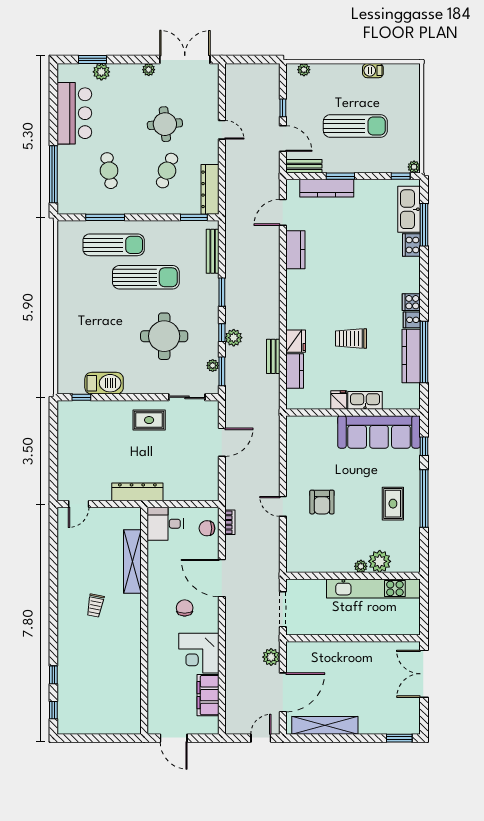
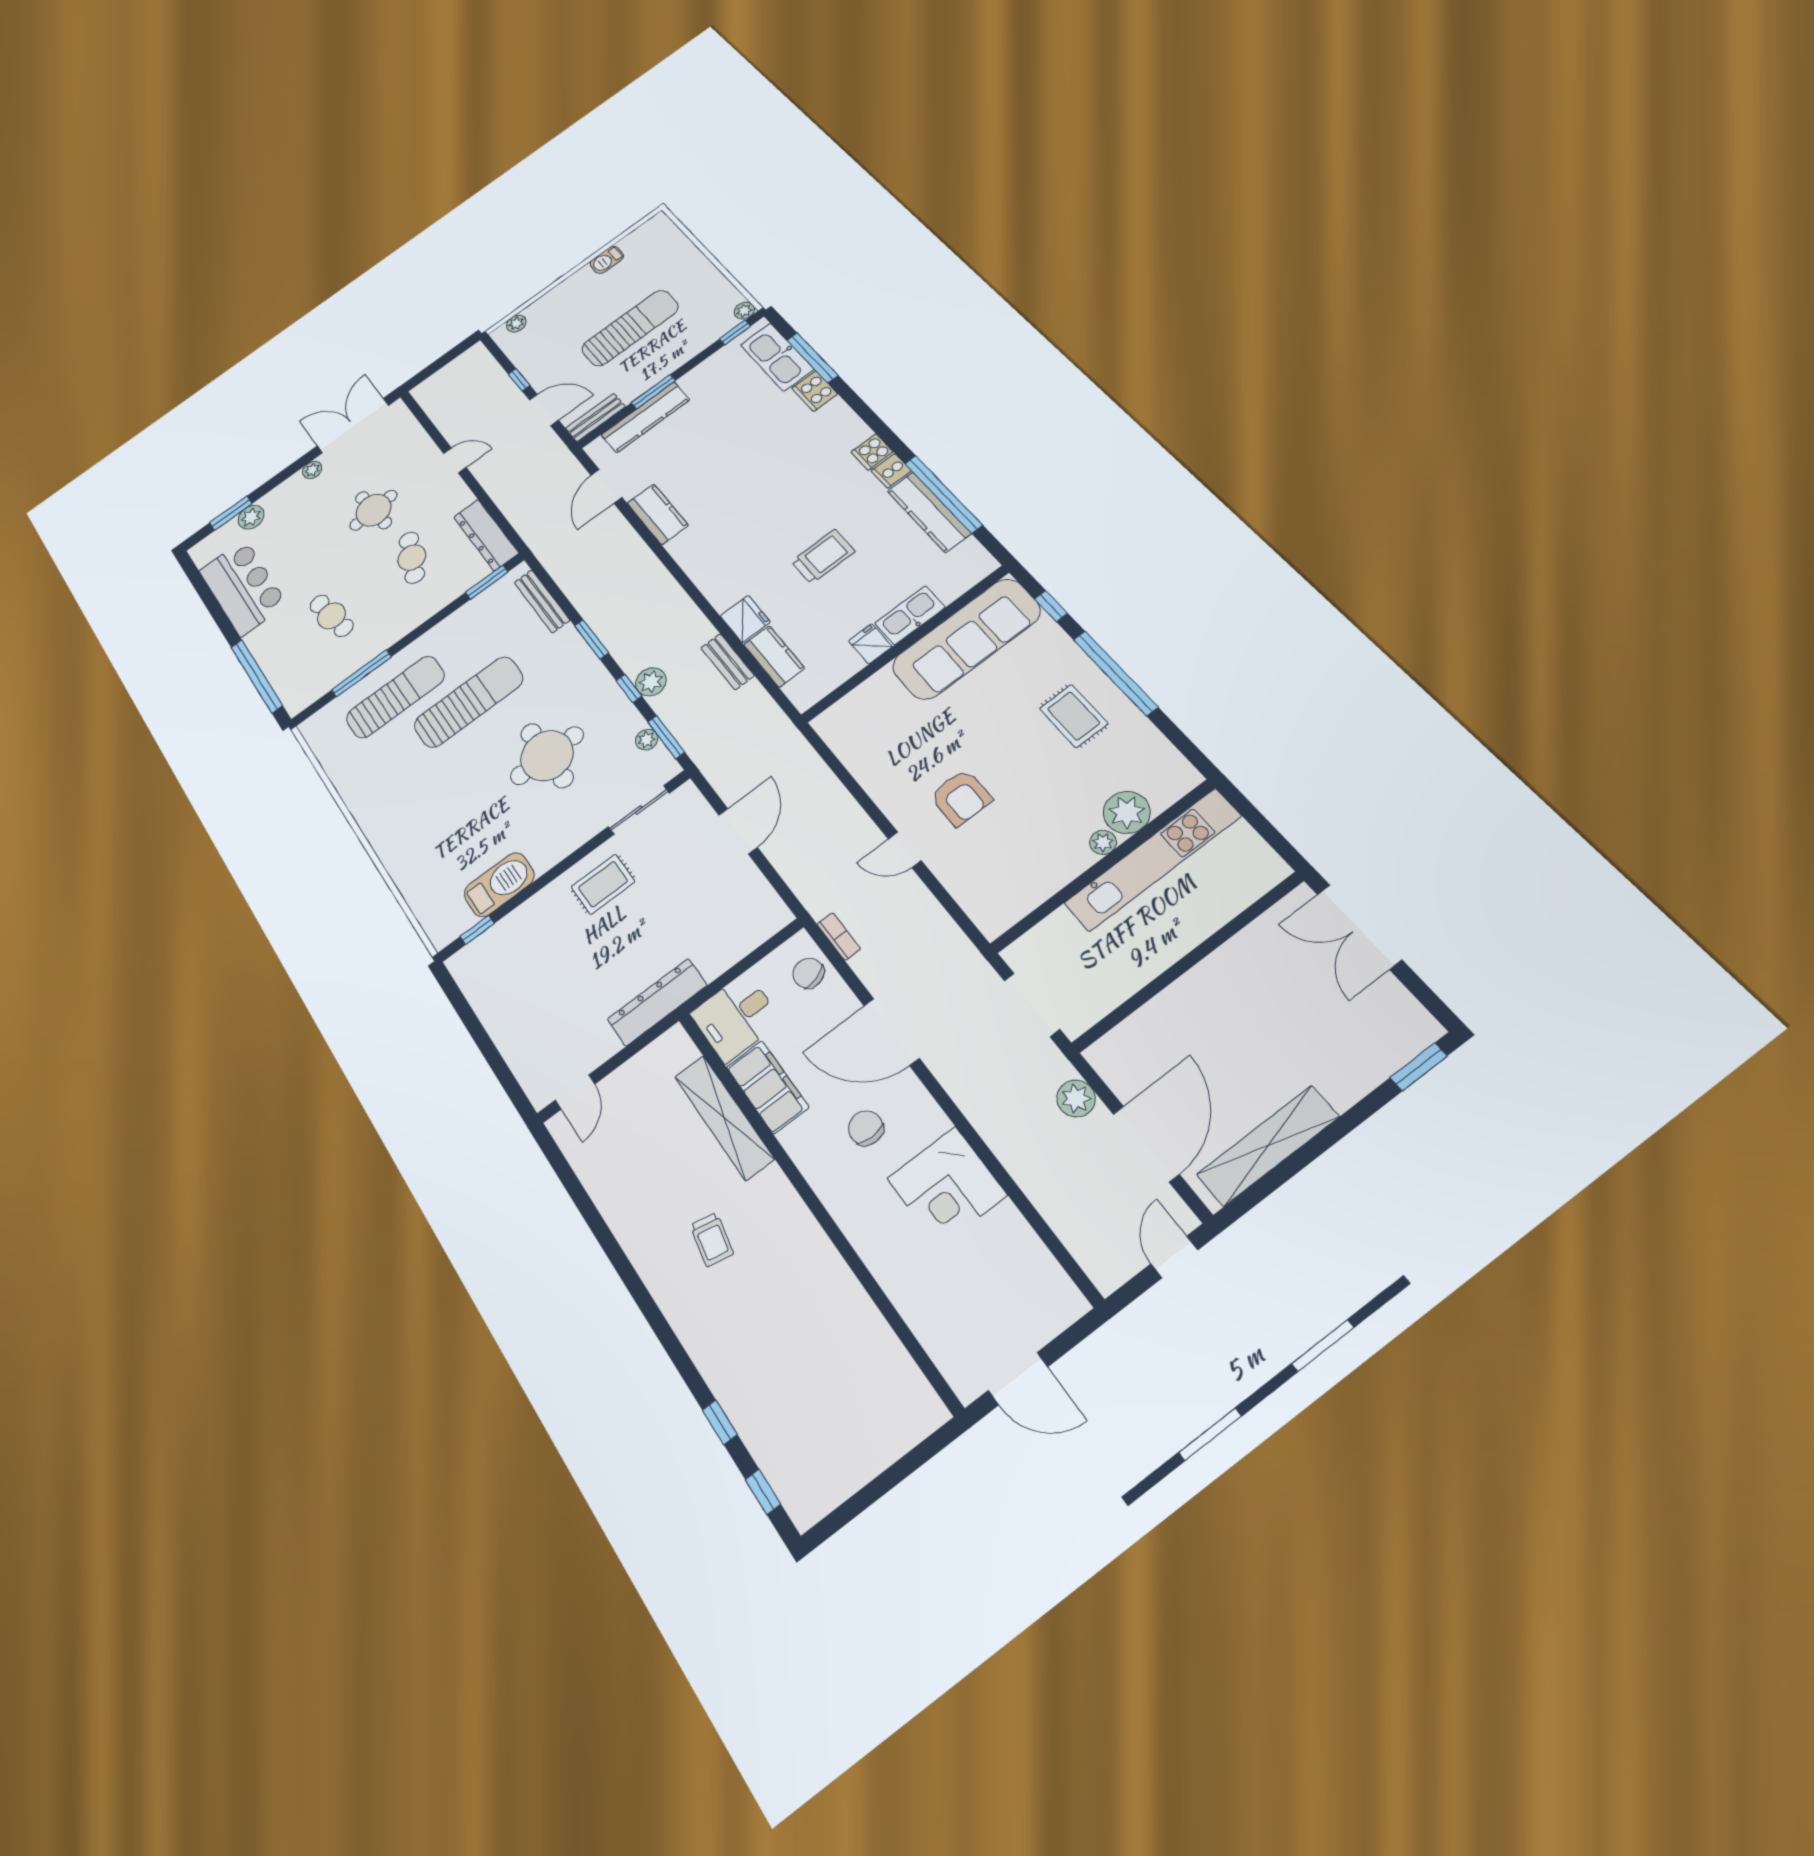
trolley: (351, 338) -> (823, 556), turned 180
chair: (207, 528) -> (809, 973), turned 72
filing cabinet: (208, 695) -> (768, 1087), moved, turned 180

